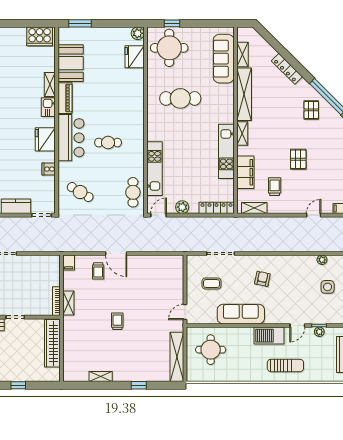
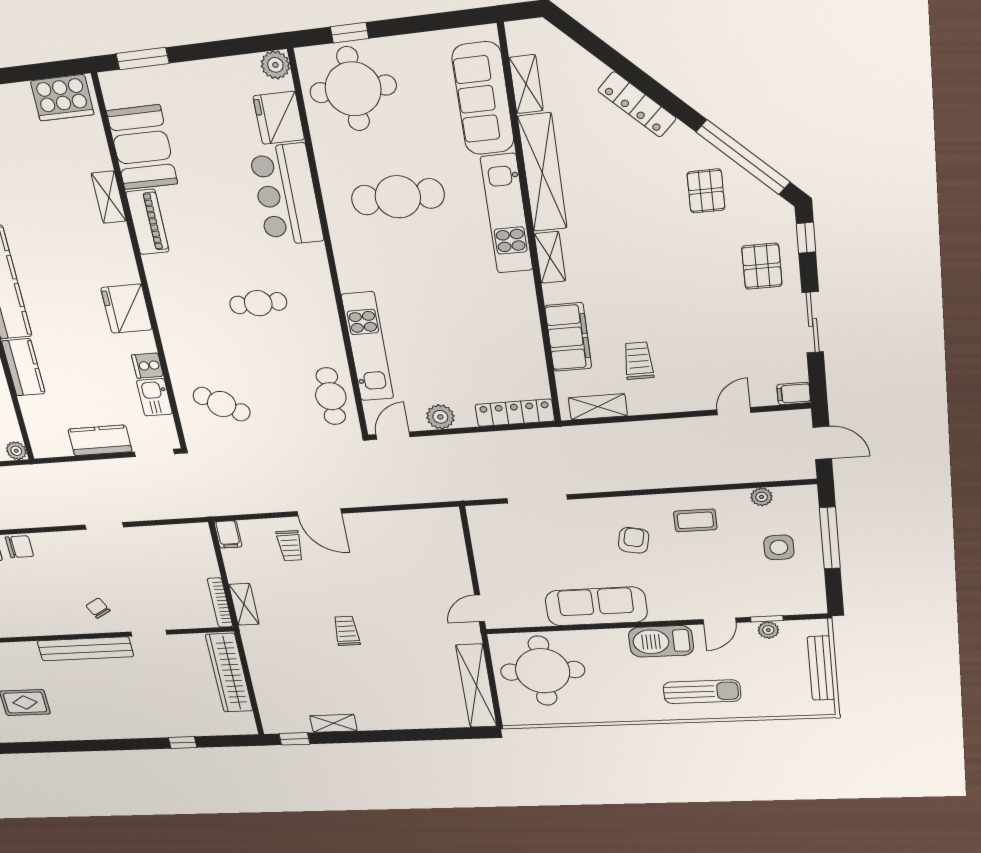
kitchen sink: (48, 107) -> (154, 397), moved
bar counter: (71, 138) -> (286, 195), moved, turned 180
kitchen unit: (226, 151) -> (507, 214), moved
pallet: (298, 159) -> (762, 266), moved
coffee table: (212, 283) -> (695, 520), moved
round table: (211, 350) -> (543, 671), width x1.36, depth x1.36
window: (139, 385) -> (294, 739), moved

